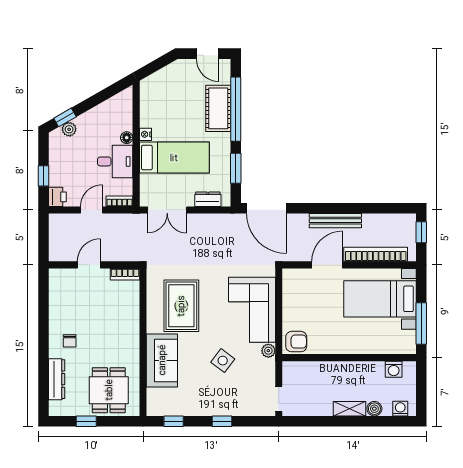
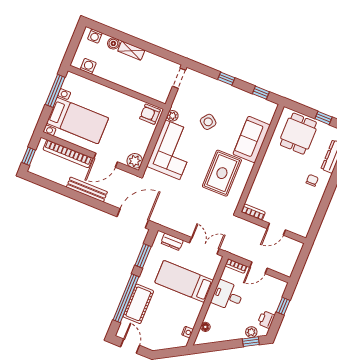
nightstand: (146, 134) -> (188, 332), moved
floor lamp: (127, 138) -> (205, 327), moved
printer: (57, 197) -> (266, 320), moved
door: (266, 208) -> (133, 218), hinge flipped
plant: (292, 278) -> (135, 161), added

